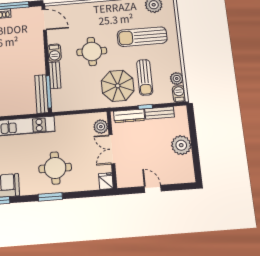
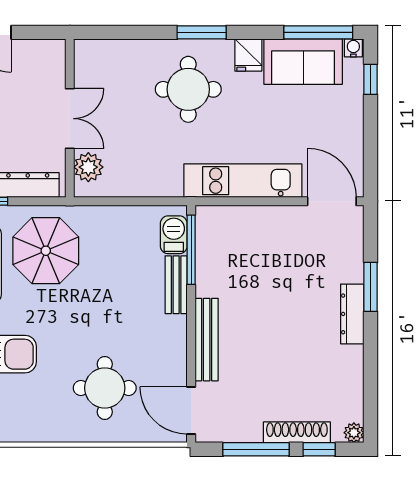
round table: (92, 51) -> (105, 388), moved
barbecue: (54, 53) -> (174, 235), moved
bench: (42, 94) -> (207, 340), moved
fridge: (106, 181) -> (248, 55), moved

